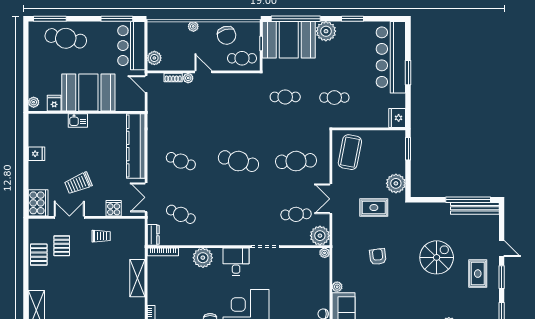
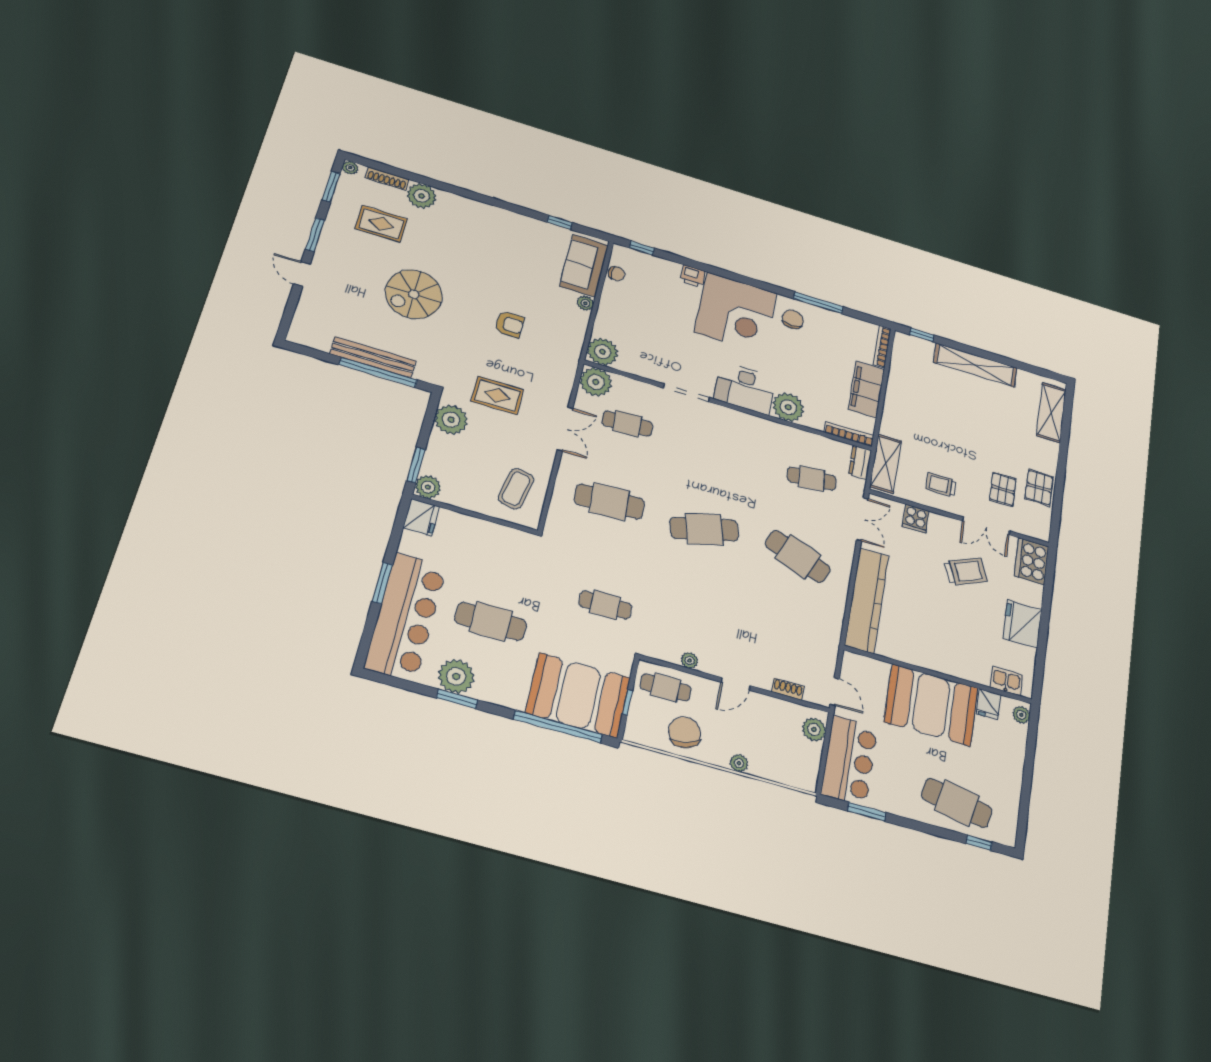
window: (50, 19) -> (979, 843), width x0.46
window: (117, 19) -> (867, 812), width x0.69
plant: (326, 31) -> (456, 676), moved
door: (203, 72) -> (735, 684), hinge flipped
plant: (188, 78) -> (689, 660), moved
cafe table: (334, 98) -> (491, 621), moved, width x1.37, depth x1.35
kitchen sink: (78, 121) -> (1006, 681), moved
plant: (398, 137) -> (428, 487), added
coffee table: (350, 152) -> (516, 489), width x0.73, depth x0.76
fridge: (37, 154) -> (1022, 624), width x1.88, depth x1.34
cafe table: (181, 161) -> (798, 557), width x1.37, depth x1.35
cafe table: (238, 161) -> (704, 529), turned -30
window: (468, 200) -> (378, 372), moved
bench: (475, 208) -> (373, 357), moved
cafe table: (181, 214) -> (812, 479), turned -30
plant: (325, 253) -> (603, 352), width x1.88, depth x1.88
armchair: (378, 257) -> (509, 324), turned -83
desk: (236, 262) -> (745, 388), width x1.37
rug: (478, 274) -> (381, 224), moved, turned 90
shelving: (137, 278) -> (886, 464), moved
filing cabinet: (157, 286) -> (866, 389), added

